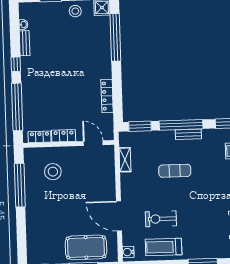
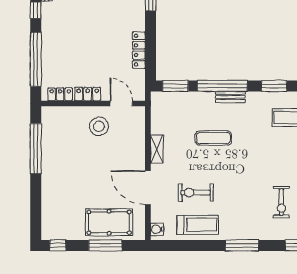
shelving: (125, 160) -> (157, 149), moved
stool: (53, 172) -> (99, 126), moved
treadmill: (164, 247) -> (198, 225), turned 180

